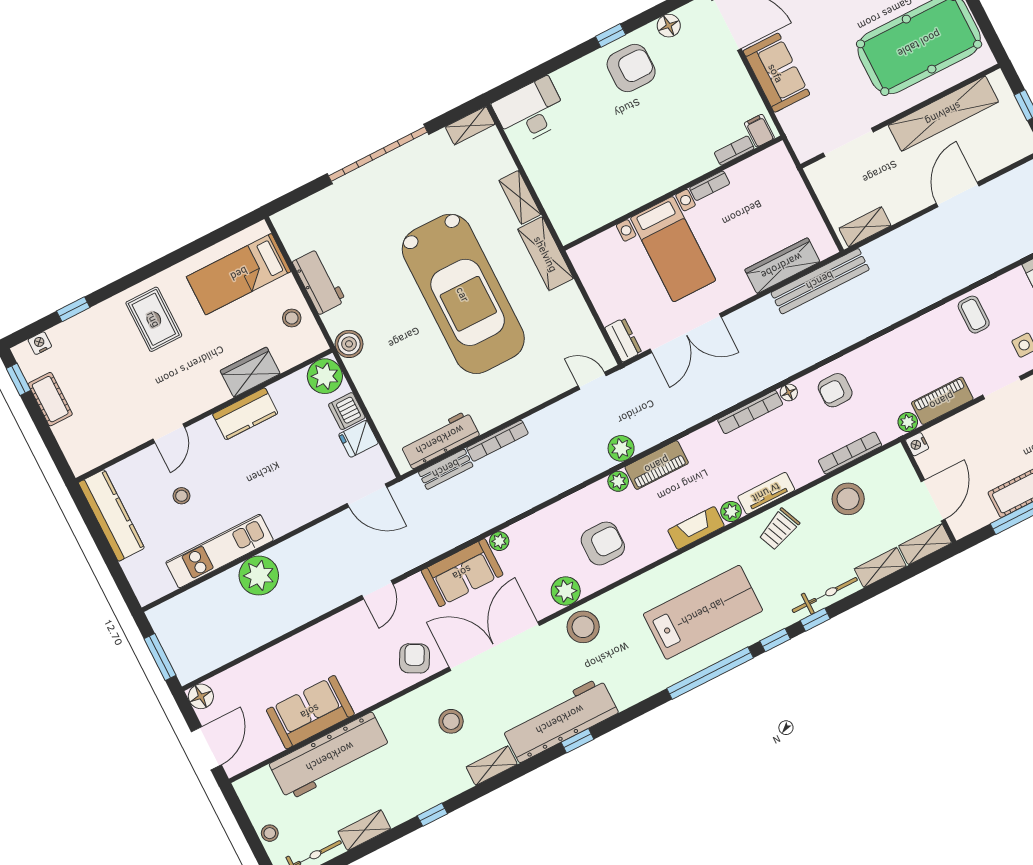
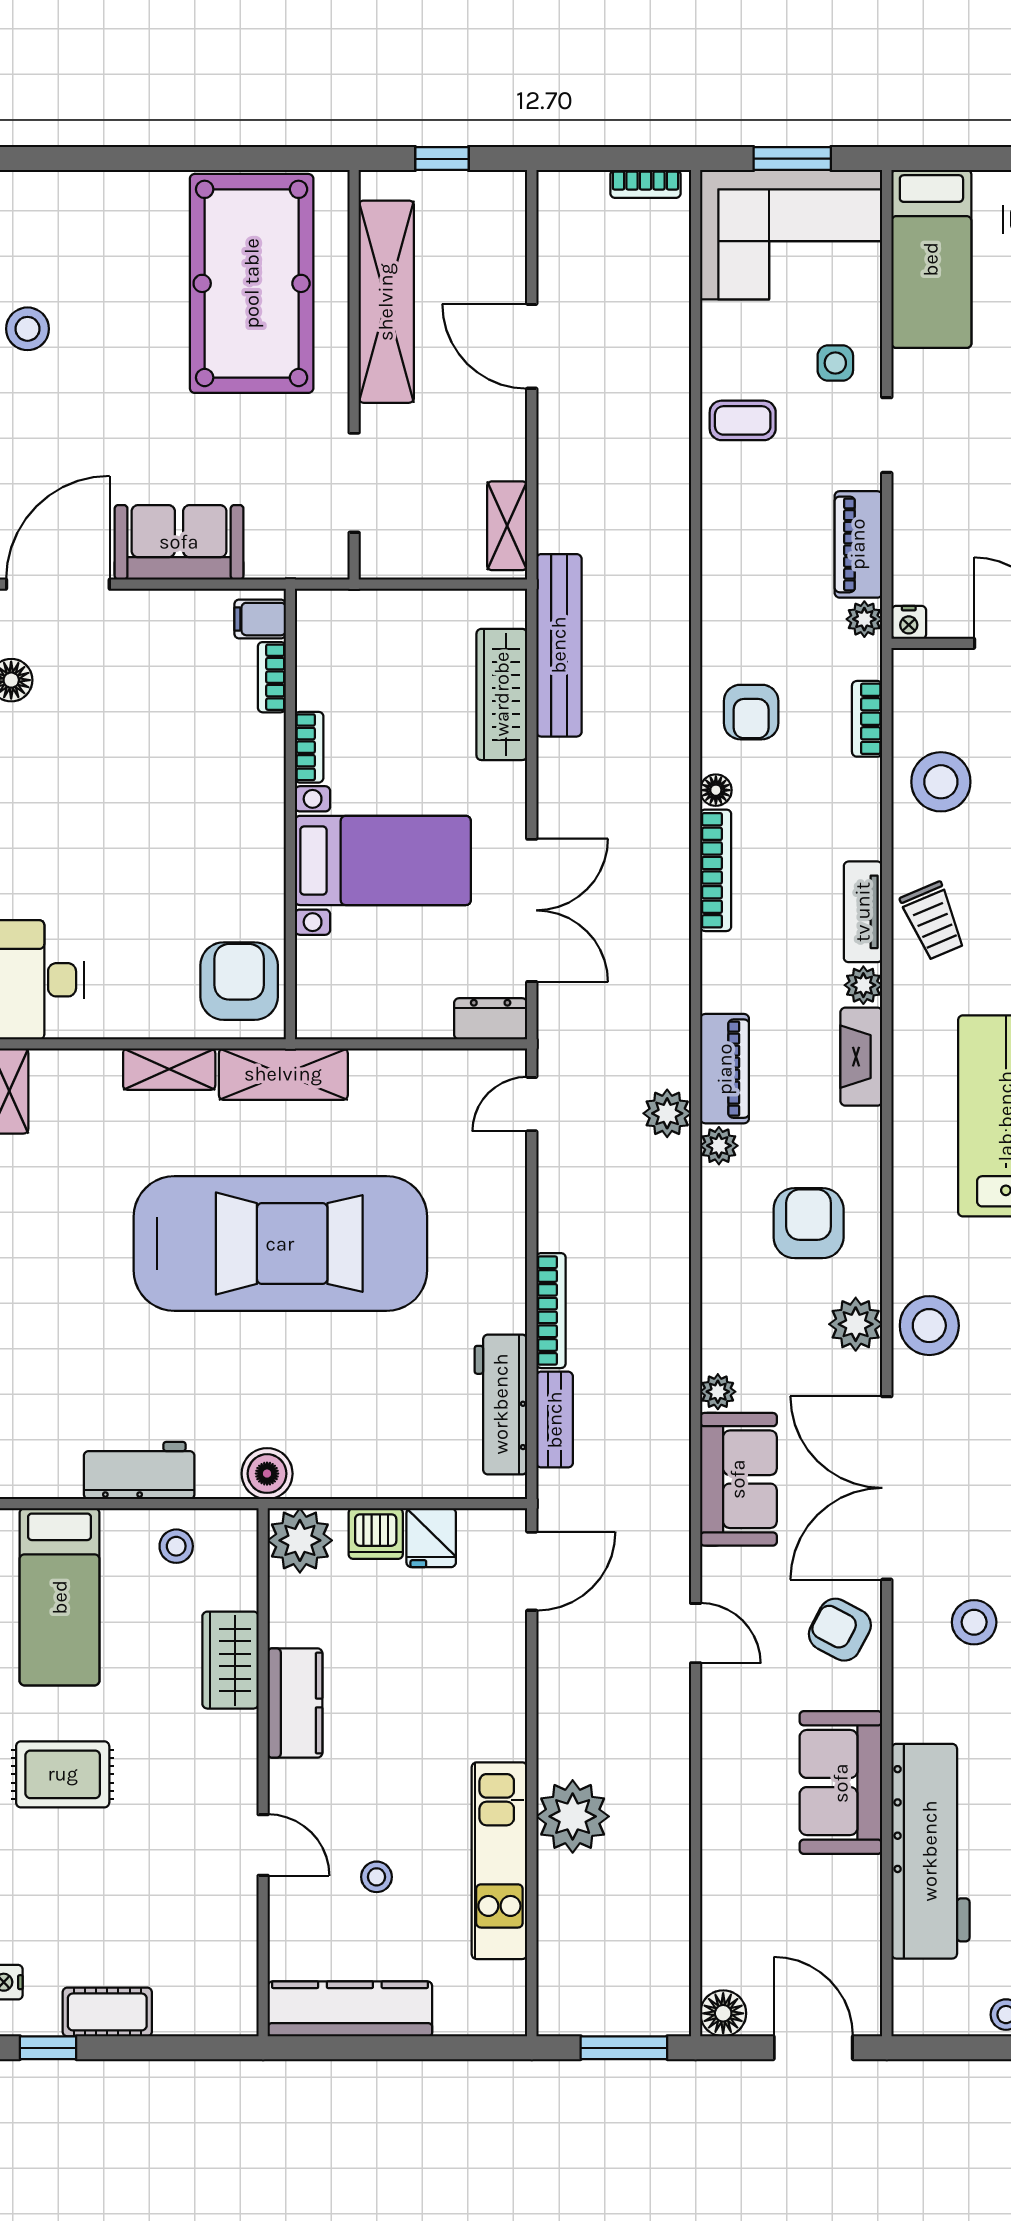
armchair: (631, 68) -> (239, 981), moved
bookcase: (850, 453) -> (867, 719), width x0.64
sofa: (310, 712) -> (841, 1783), moved

